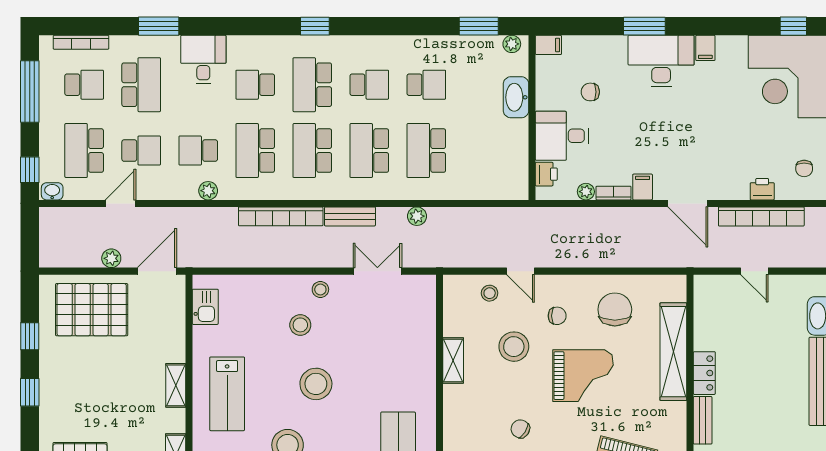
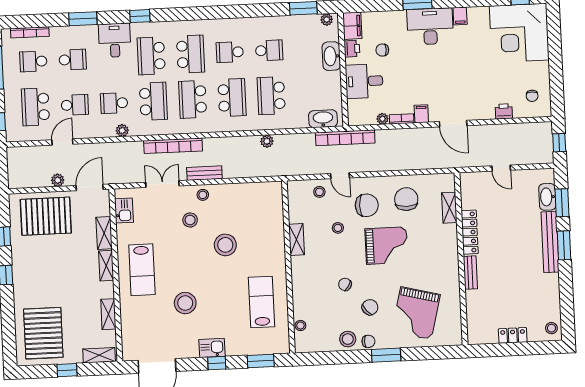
window: (315, 26) -> (140, 16), moved
filing cabinet: (548, 45) -> (352, 26), width x2.00
school desk: (84, 85) -> (33, 61), turned 180
school desk: (141, 85) -> (73, 60), width x0.54
school desk: (255, 85) -> (151, 56), width x1.85
school desk: (312, 85) -> (190, 54), turned 180
school desk: (369, 85) -> (230, 52), turned 180
school desk: (255, 151) -> (153, 101), turned 180
school desk: (369, 151) -> (232, 98), turned 180
printer: (546, 174) -> (352, 49), moved
washbasin: (52, 191) -> (323, 119), moved, width x1.91, depth x1.45
bench: (350, 216) -> (204, 173), moved
bookcase: (761, 216) -> (345, 138), moved
double door: (377, 271) -> (162, 184), moved
chair: (557, 316) -> (367, 205), width x1.87, depth x1.87
shelving: (175, 338) -> (104, 233), added
stool: (514, 347) -> (338, 228), width x0.53, depth x0.53
shelving: (673, 352) -> (449, 208), width x0.45, depth x0.75
locker: (704, 373) -> (470, 232), width x1.53
stool: (316, 384) -> (225, 245), moved

